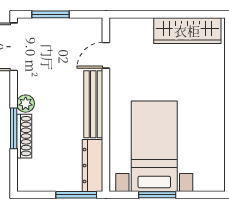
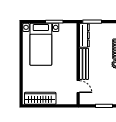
door: (106, 55) -> (78, 87), hinge flipped
bed with nightstands: (154, 146) -> (41, 44), moved

